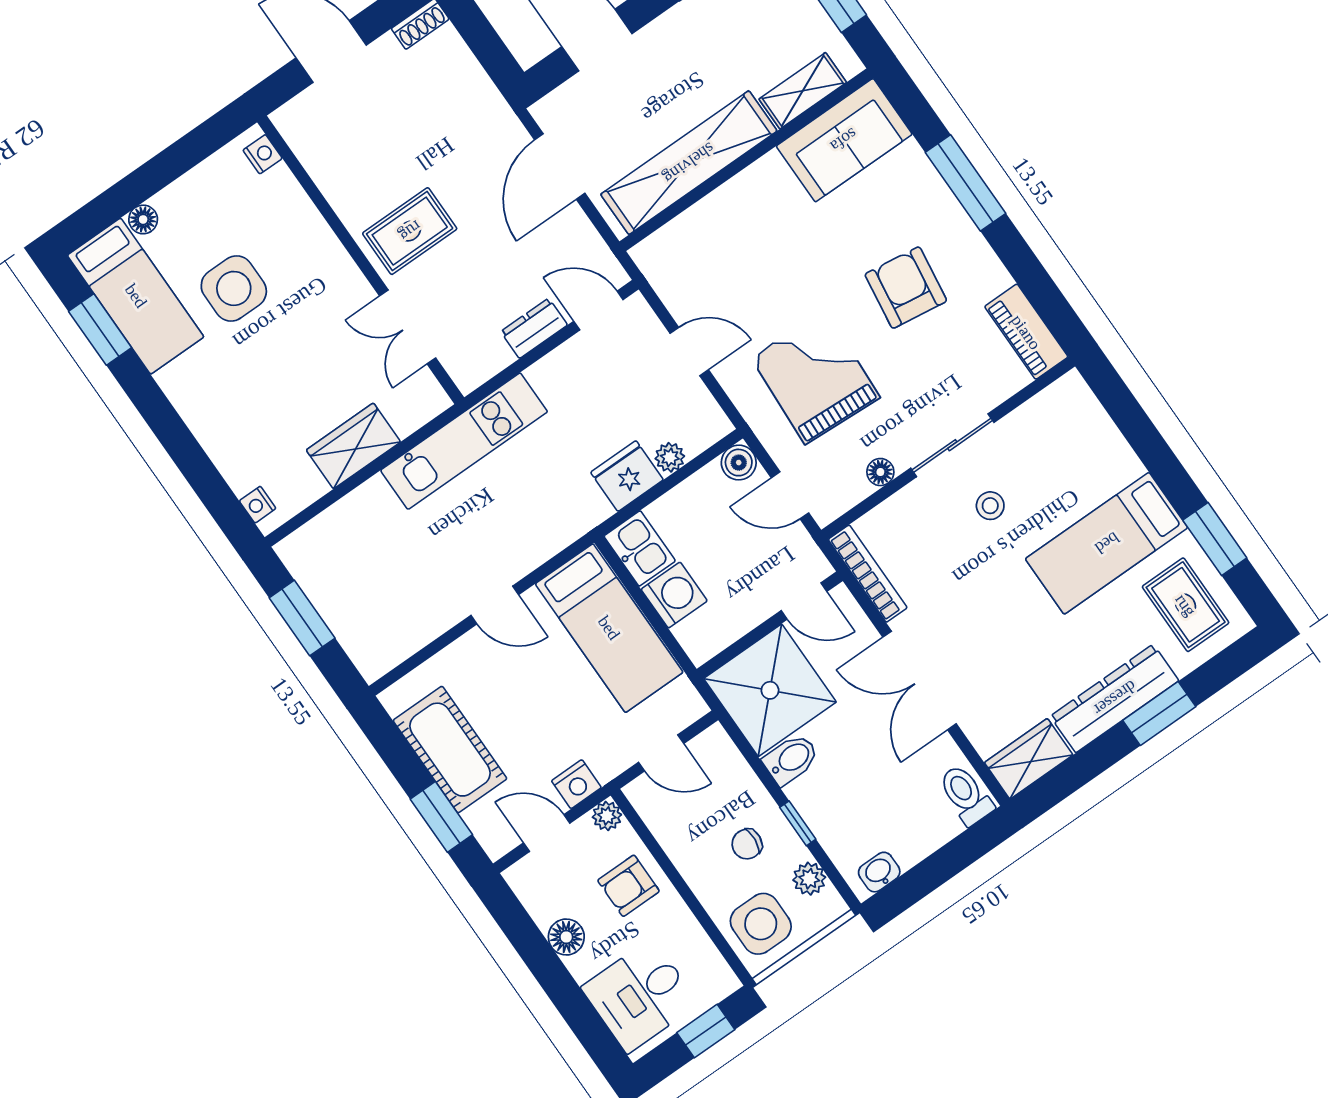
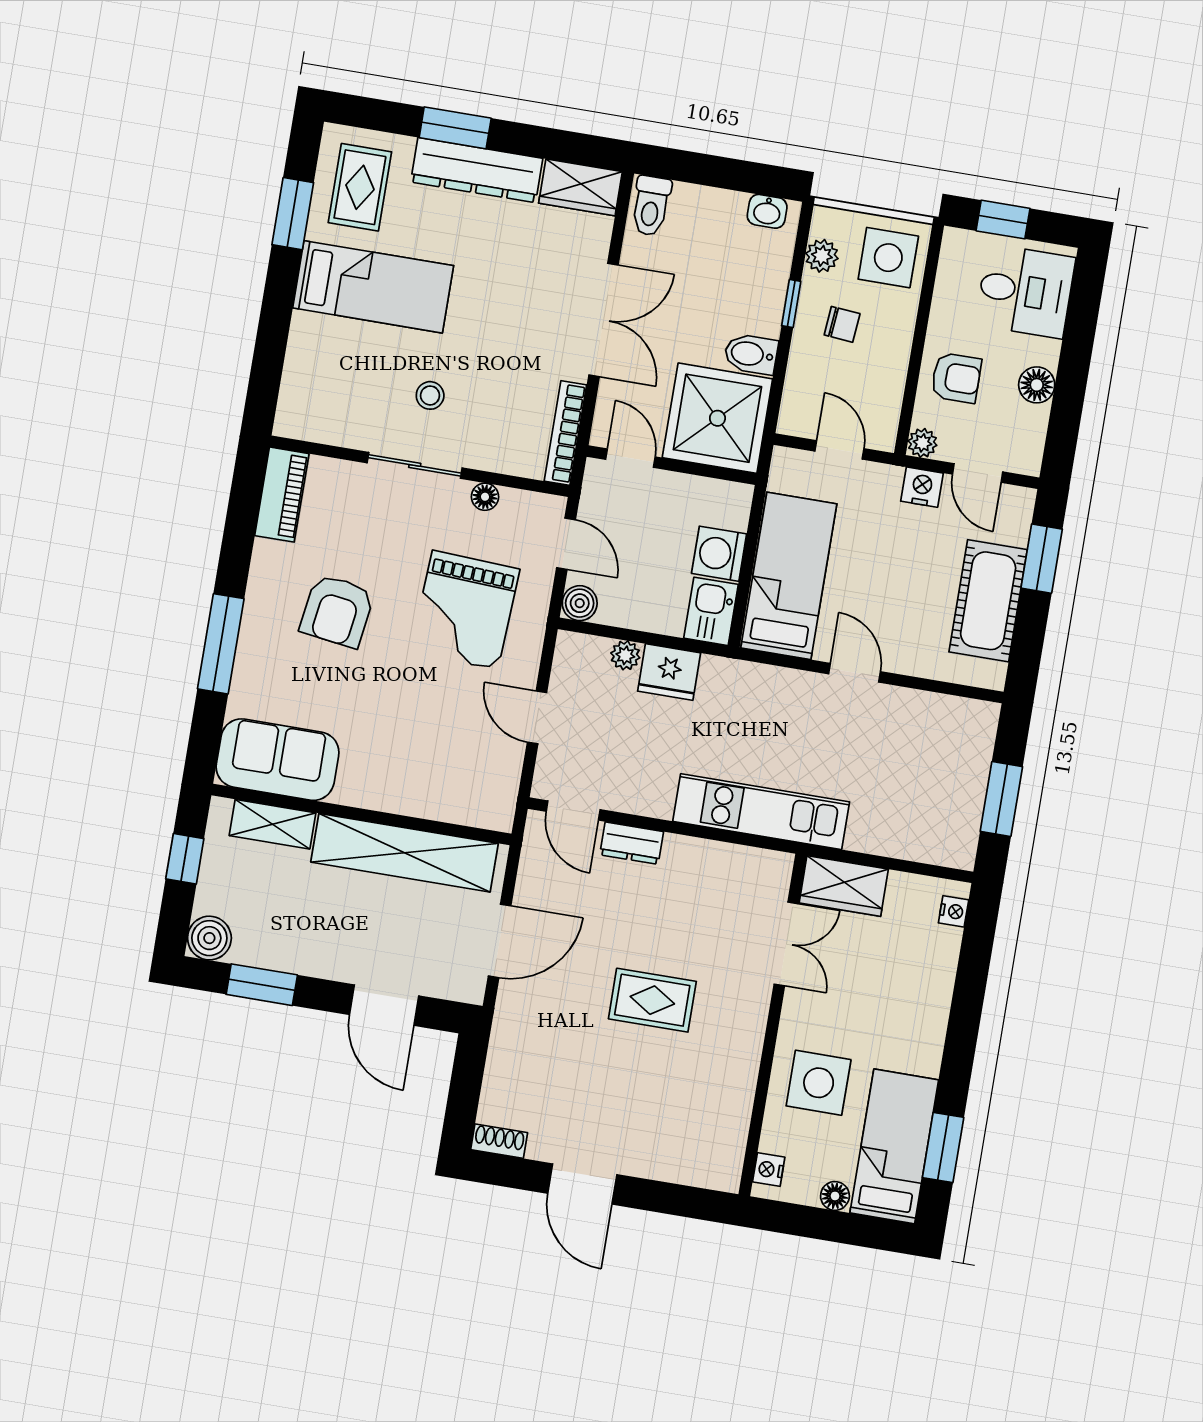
nightstand: (263, 154) -> (769, 1169), moved
wall: (361, 260) -> (773, 1025), moved
double door: (408, 327) -> (786, 944), moved

